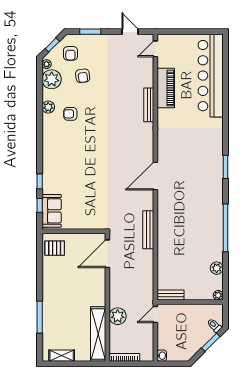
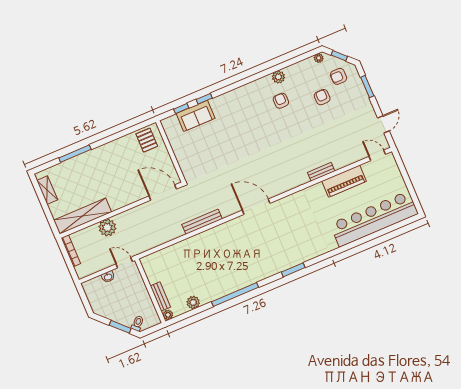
armchair: (83, 76) -> (322, 97), turned 97
plant: (52, 79) -> (306, 69), removed
bench: (149, 105) -> (321, 172), width x0.73
sofa: (52, 211) -> (196, 116), moved
bench: (170, 295) -> (160, 296), moved
washbasin: (162, 356) -> (108, 277), moved

